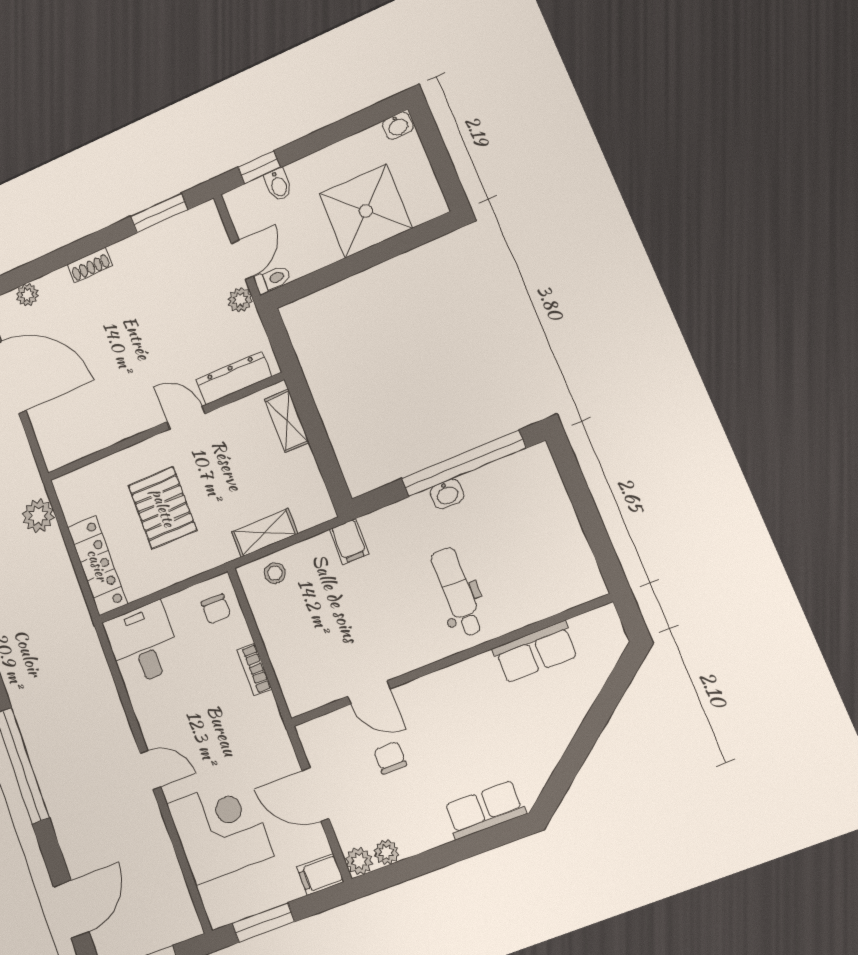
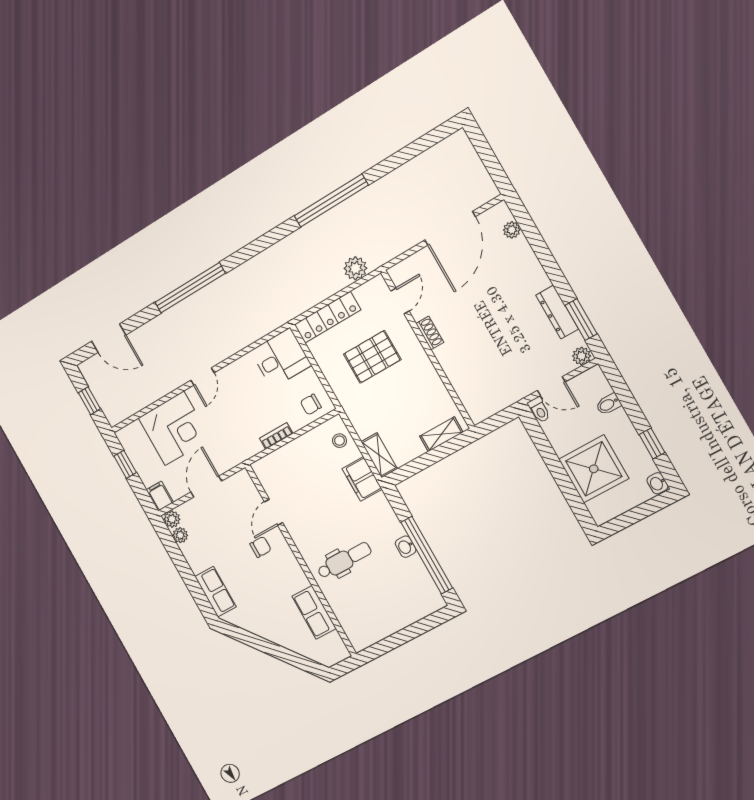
window: (259, 167) -> (652, 443), moved
shoe rack: (90, 265) -> (430, 333), moved, turned 180
plant: (240, 300) -> (582, 356), moved
dresser: (234, 378) -> (557, 312), moved, turned 180
door: (186, 418) -> (400, 301), moved
shelving: (265, 533) -> (379, 455), moved
filing cabinet: (349, 541) -> (362, 479), width x2.00
chair: (390, 758) -> (260, 547), moved
window: (263, 923) -> (125, 464), width x0.67

